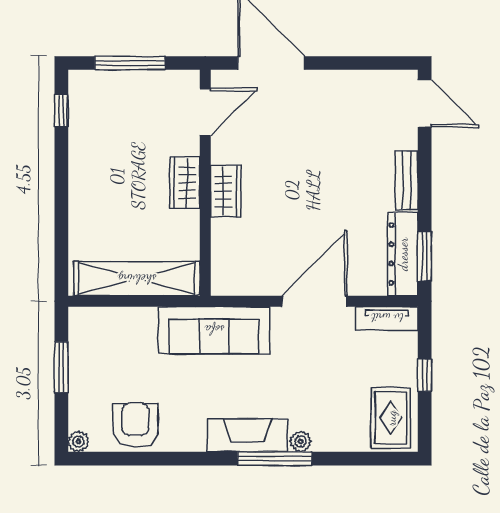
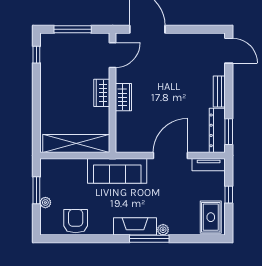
plant: (78, 442) -> (45, 203), moved

